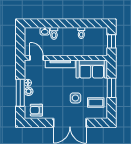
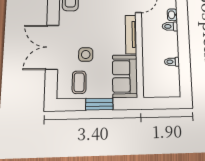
window: (111, 41) -> (163, 103), removed

